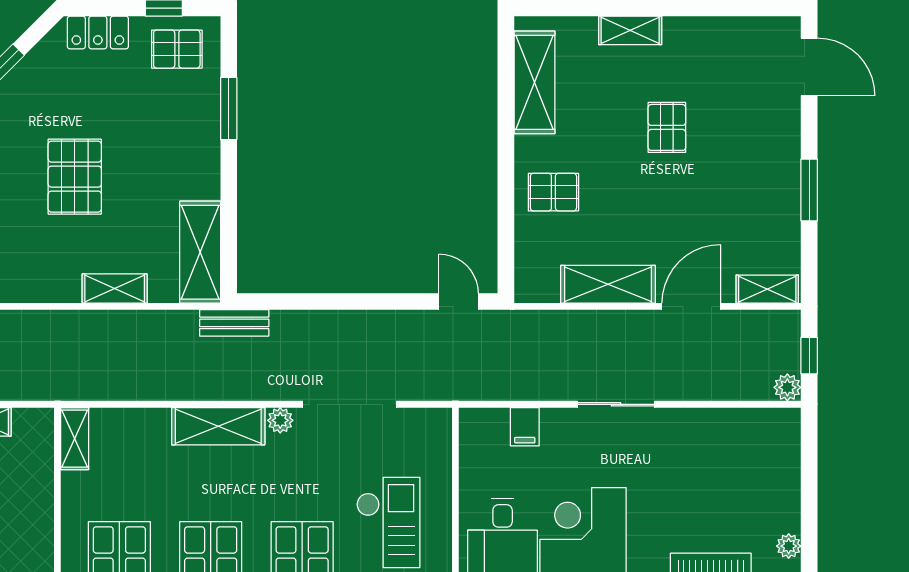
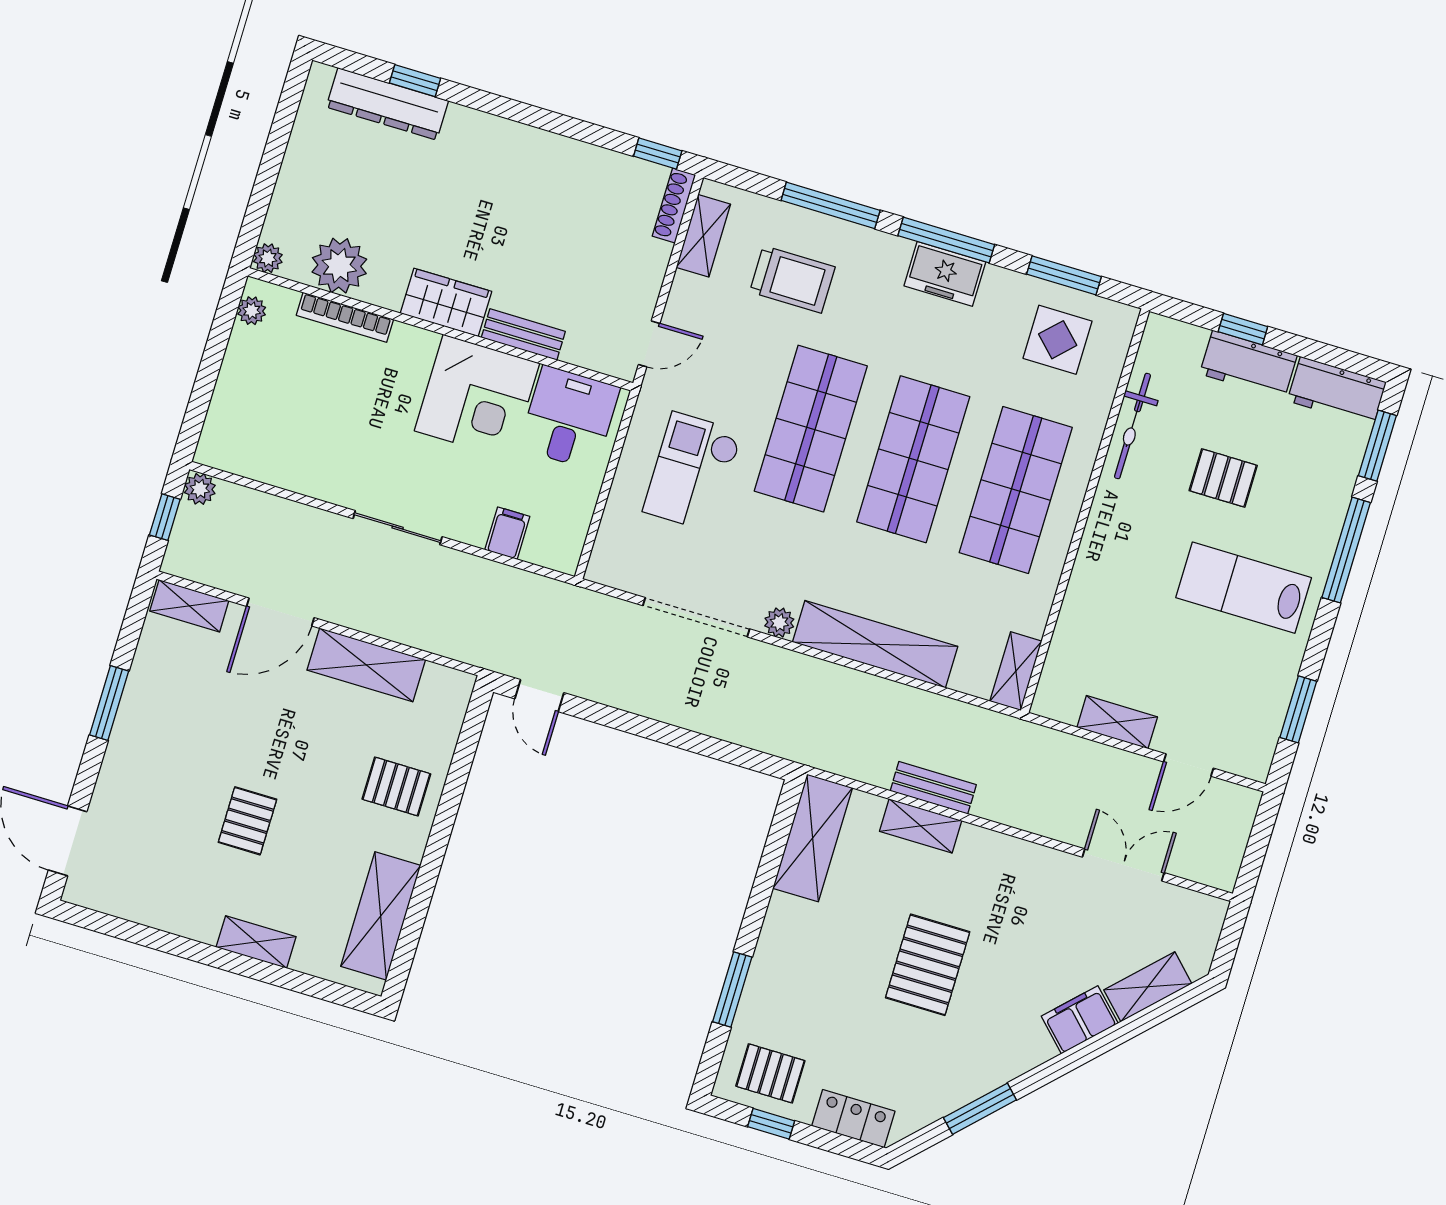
bench: (234, 323) -> (933, 788), moved
shelving: (218, 426) -> (875, 644), width x1.47

